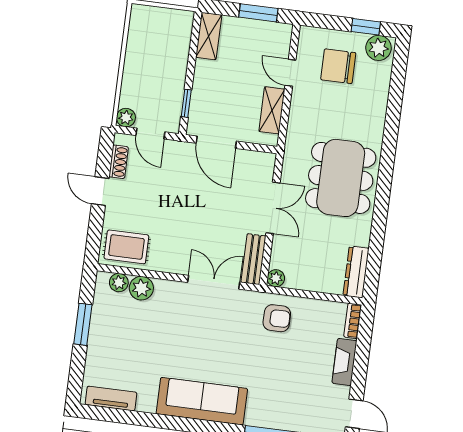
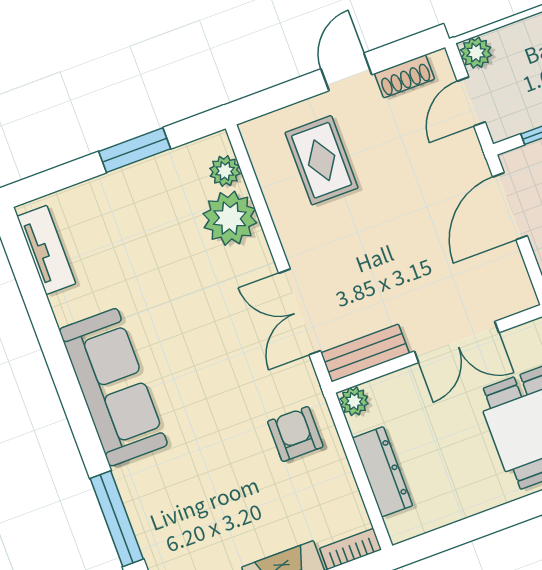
rug: (126, 247) -> (322, 160), moved
dresser: (356, 272) -> (382, 472), moved, turned 90
double door: (214, 282) -> (300, 312), swing flipped
plant: (141, 288) -> (230, 218), width x1.36, depth x1.36
armchair: (277, 318) -> (295, 434), turned 180

